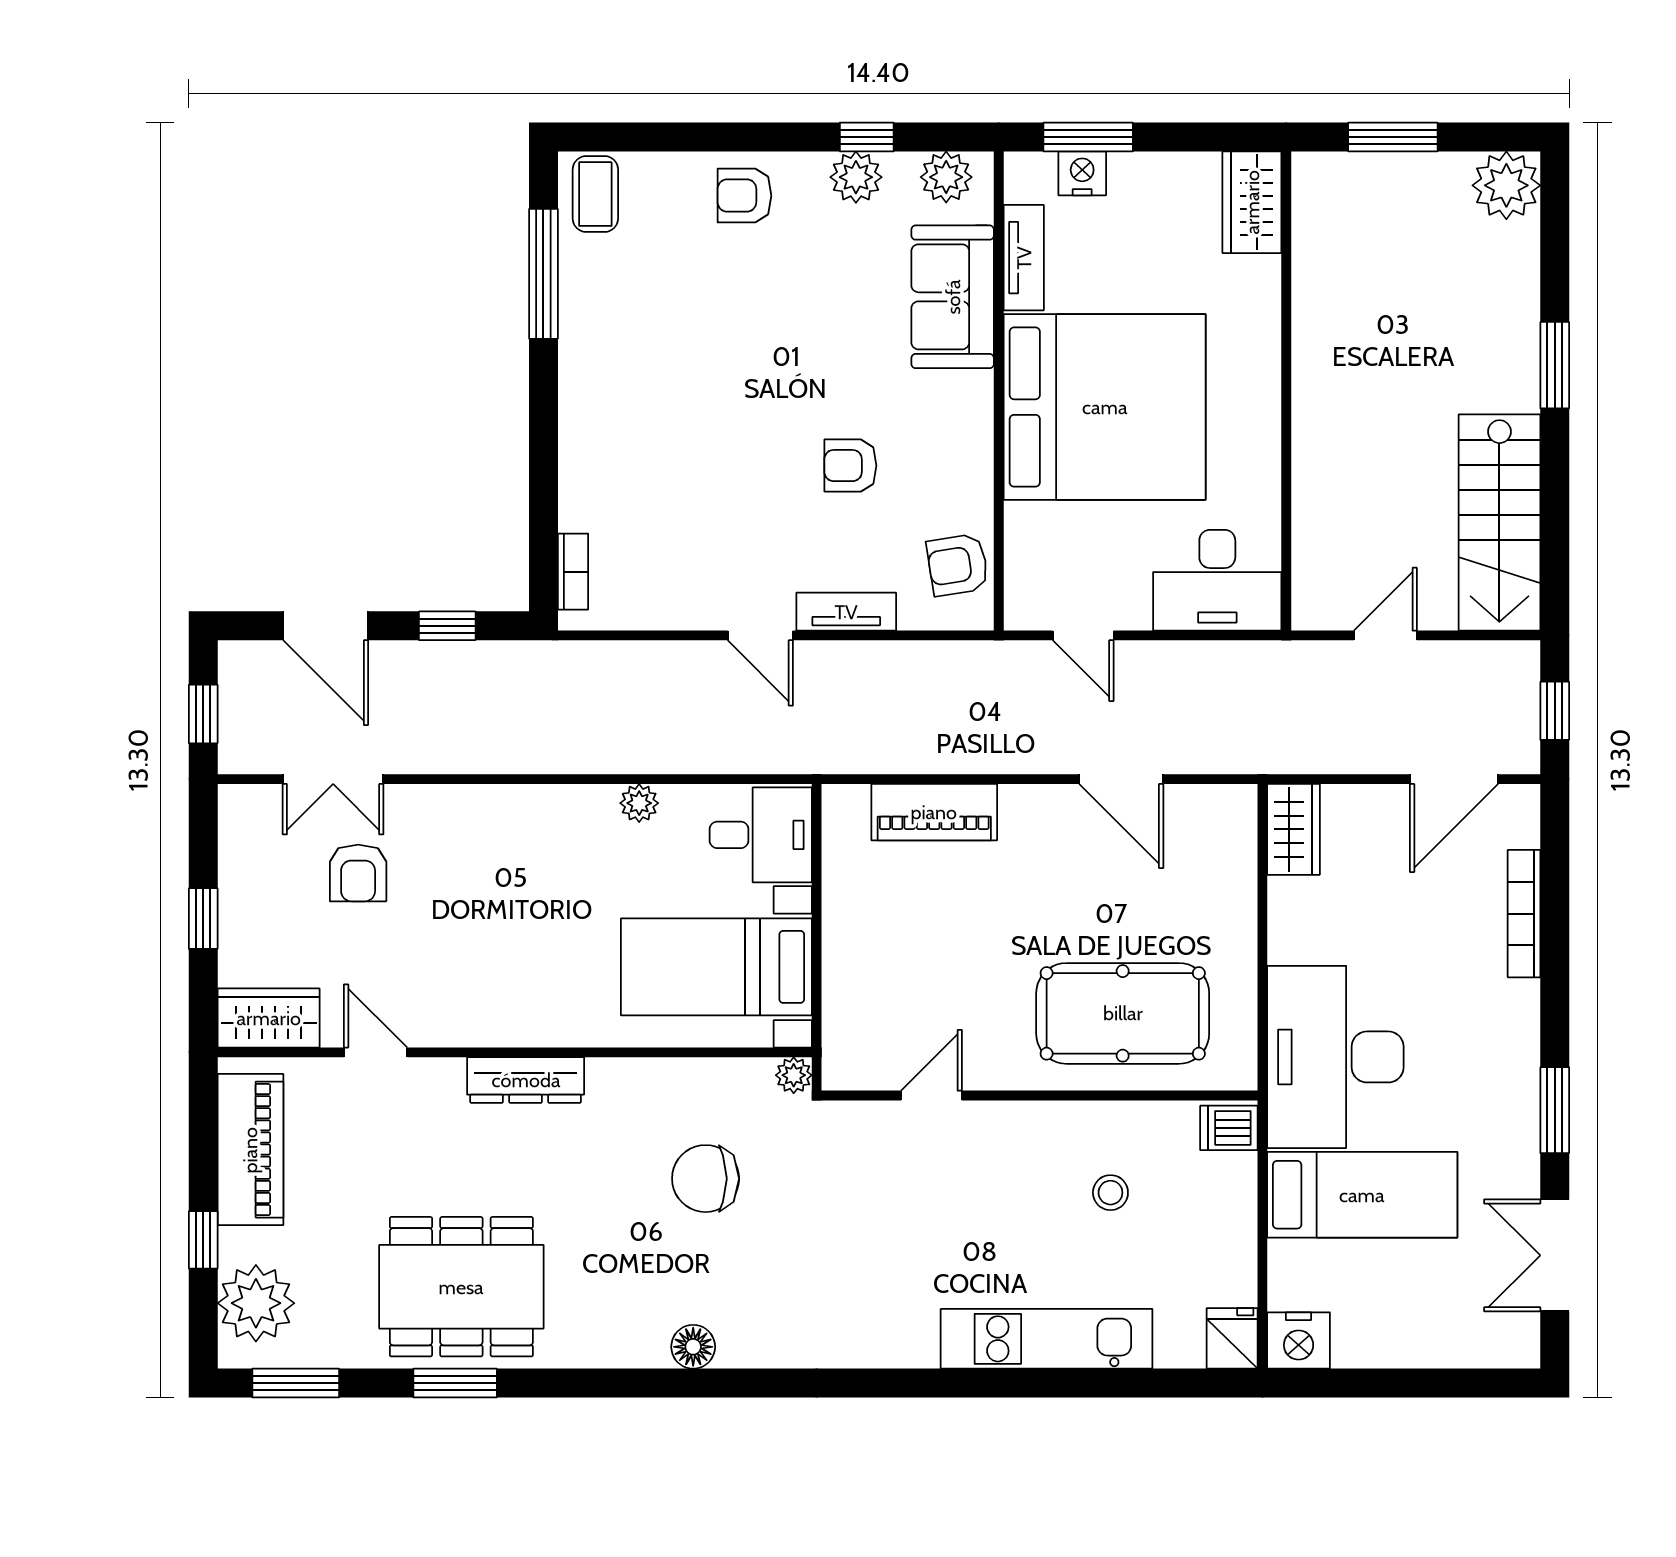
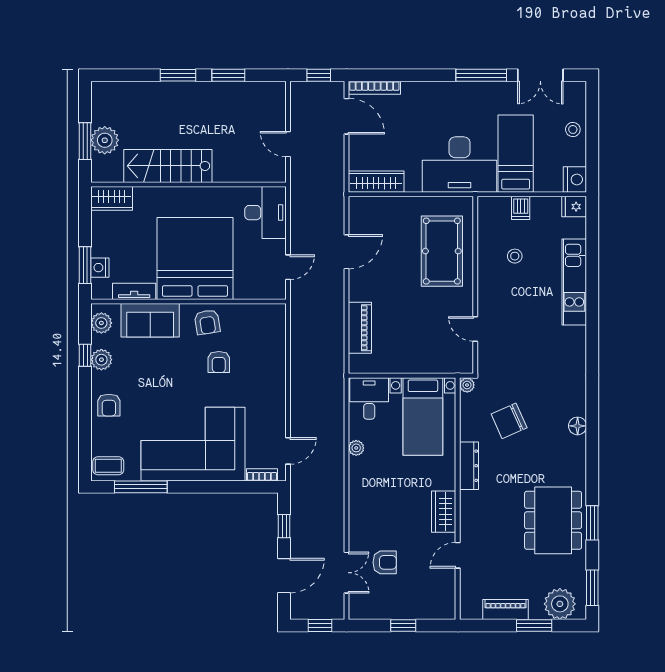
plant: (1506, 185) -> (105, 140), moved
corner sofa: (649, 402) -> (193, 444), added
window: (1555, 489) -> (228, 75), added
stairs: (1499, 522) -> (168, 166), moved, turned 180
armchair: (958, 565) -> (207, 322), moved
tv unit: (846, 612) -> (278, 364), removed
door: (760, 635) -> (288, 451), moved
wardrobe: (1293, 829) -> (376, 182), width x1.50
bookcase: (1524, 914) -> (374, 88), moved
wardrobe: (269, 1018) -> (444, 512), moved
dresser: (526, 1080) -> (469, 466), moved
window: (1555, 1110) -> (481, 75), width x1.44
dishwasher: (1229, 1128) -> (521, 208), moved
piano: (250, 1150) -> (506, 609), width x0.73, depth x0.75
chair: (706, 1179) -> (509, 421), turned 66
window: (203, 1240) -> (534, 625), width x1.50
stool: (1421, 1335) -> (573, 129), added

